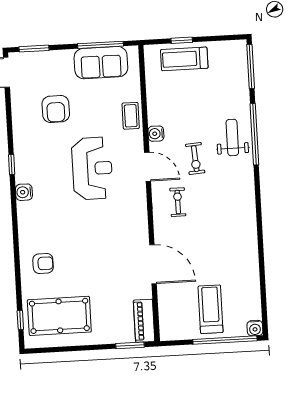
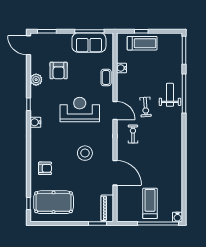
treadmill: (184, 59) -> (142, 43), turned 180
plant: (21, 125) -> (36, 80), added
water cooler: (156, 134) -> (121, 68), moved
reception desk: (92, 168) -> (80, 110), turned -90
stool: (104, 236) -> (85, 153), added

